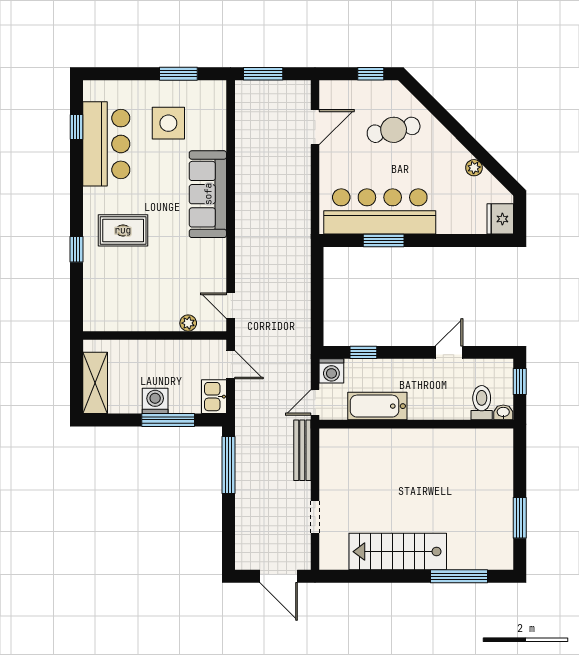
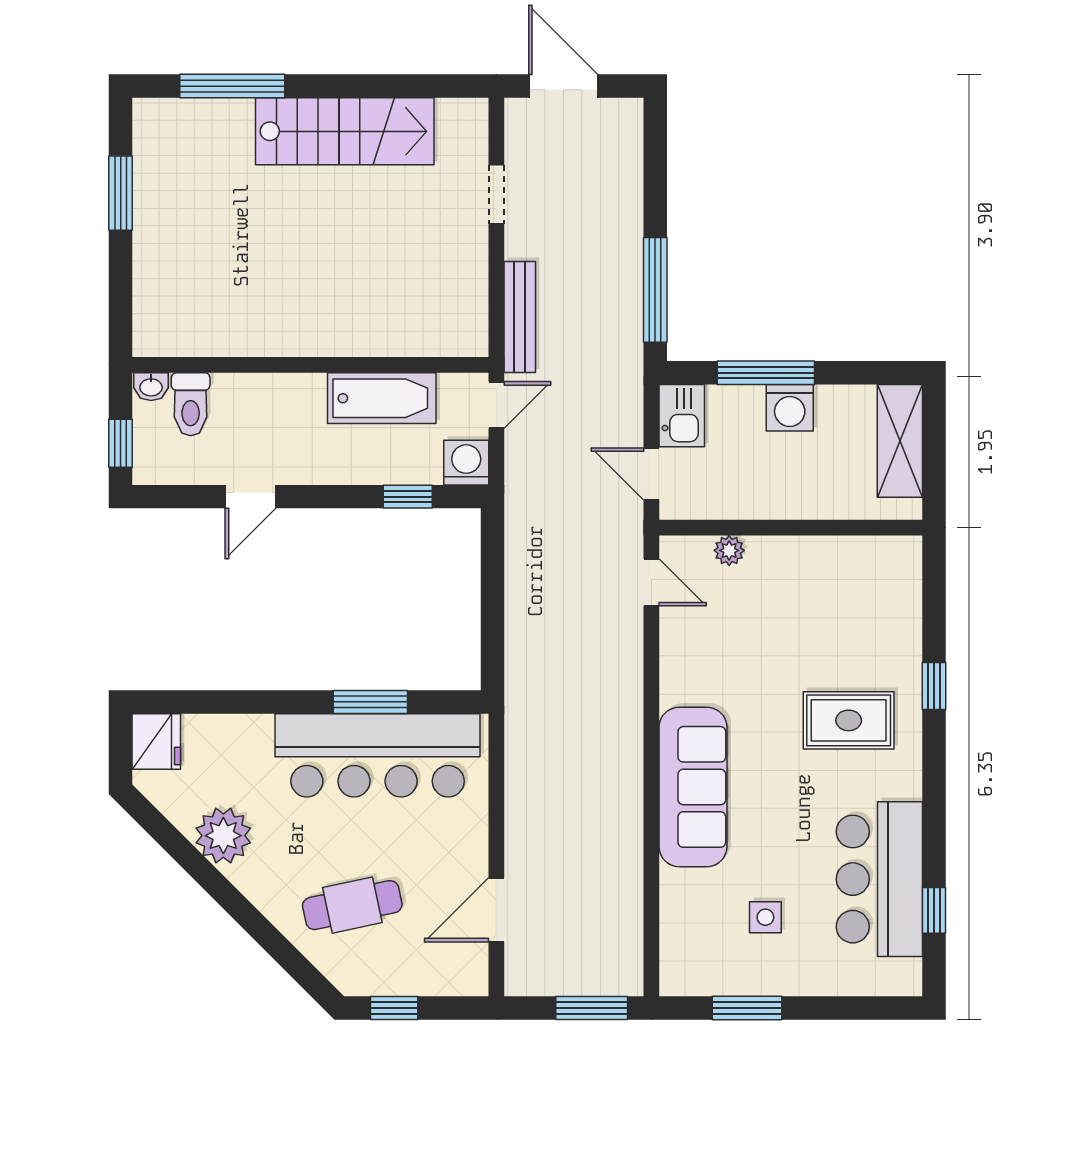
side table: (168, 123) -> (765, 917), width x0.54, depth x0.54
plant: (474, 168) -> (223, 836), width x1.88, depth x1.88

